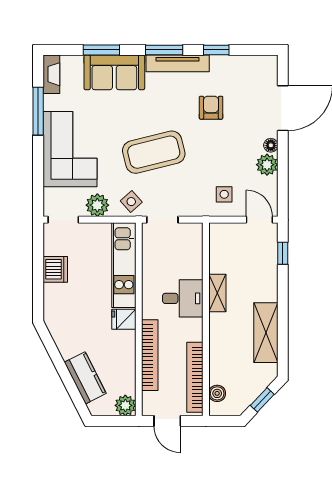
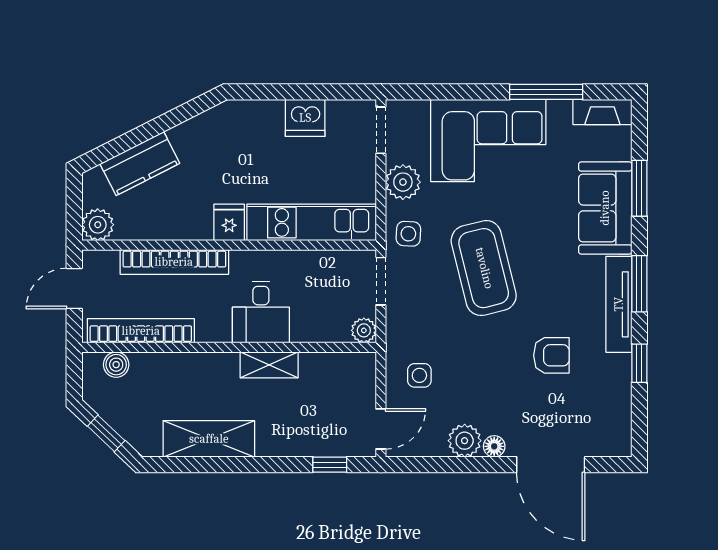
side table: (131, 202) -> (408, 234), turned 45
plant: (195, 231) -> (364, 330), added

